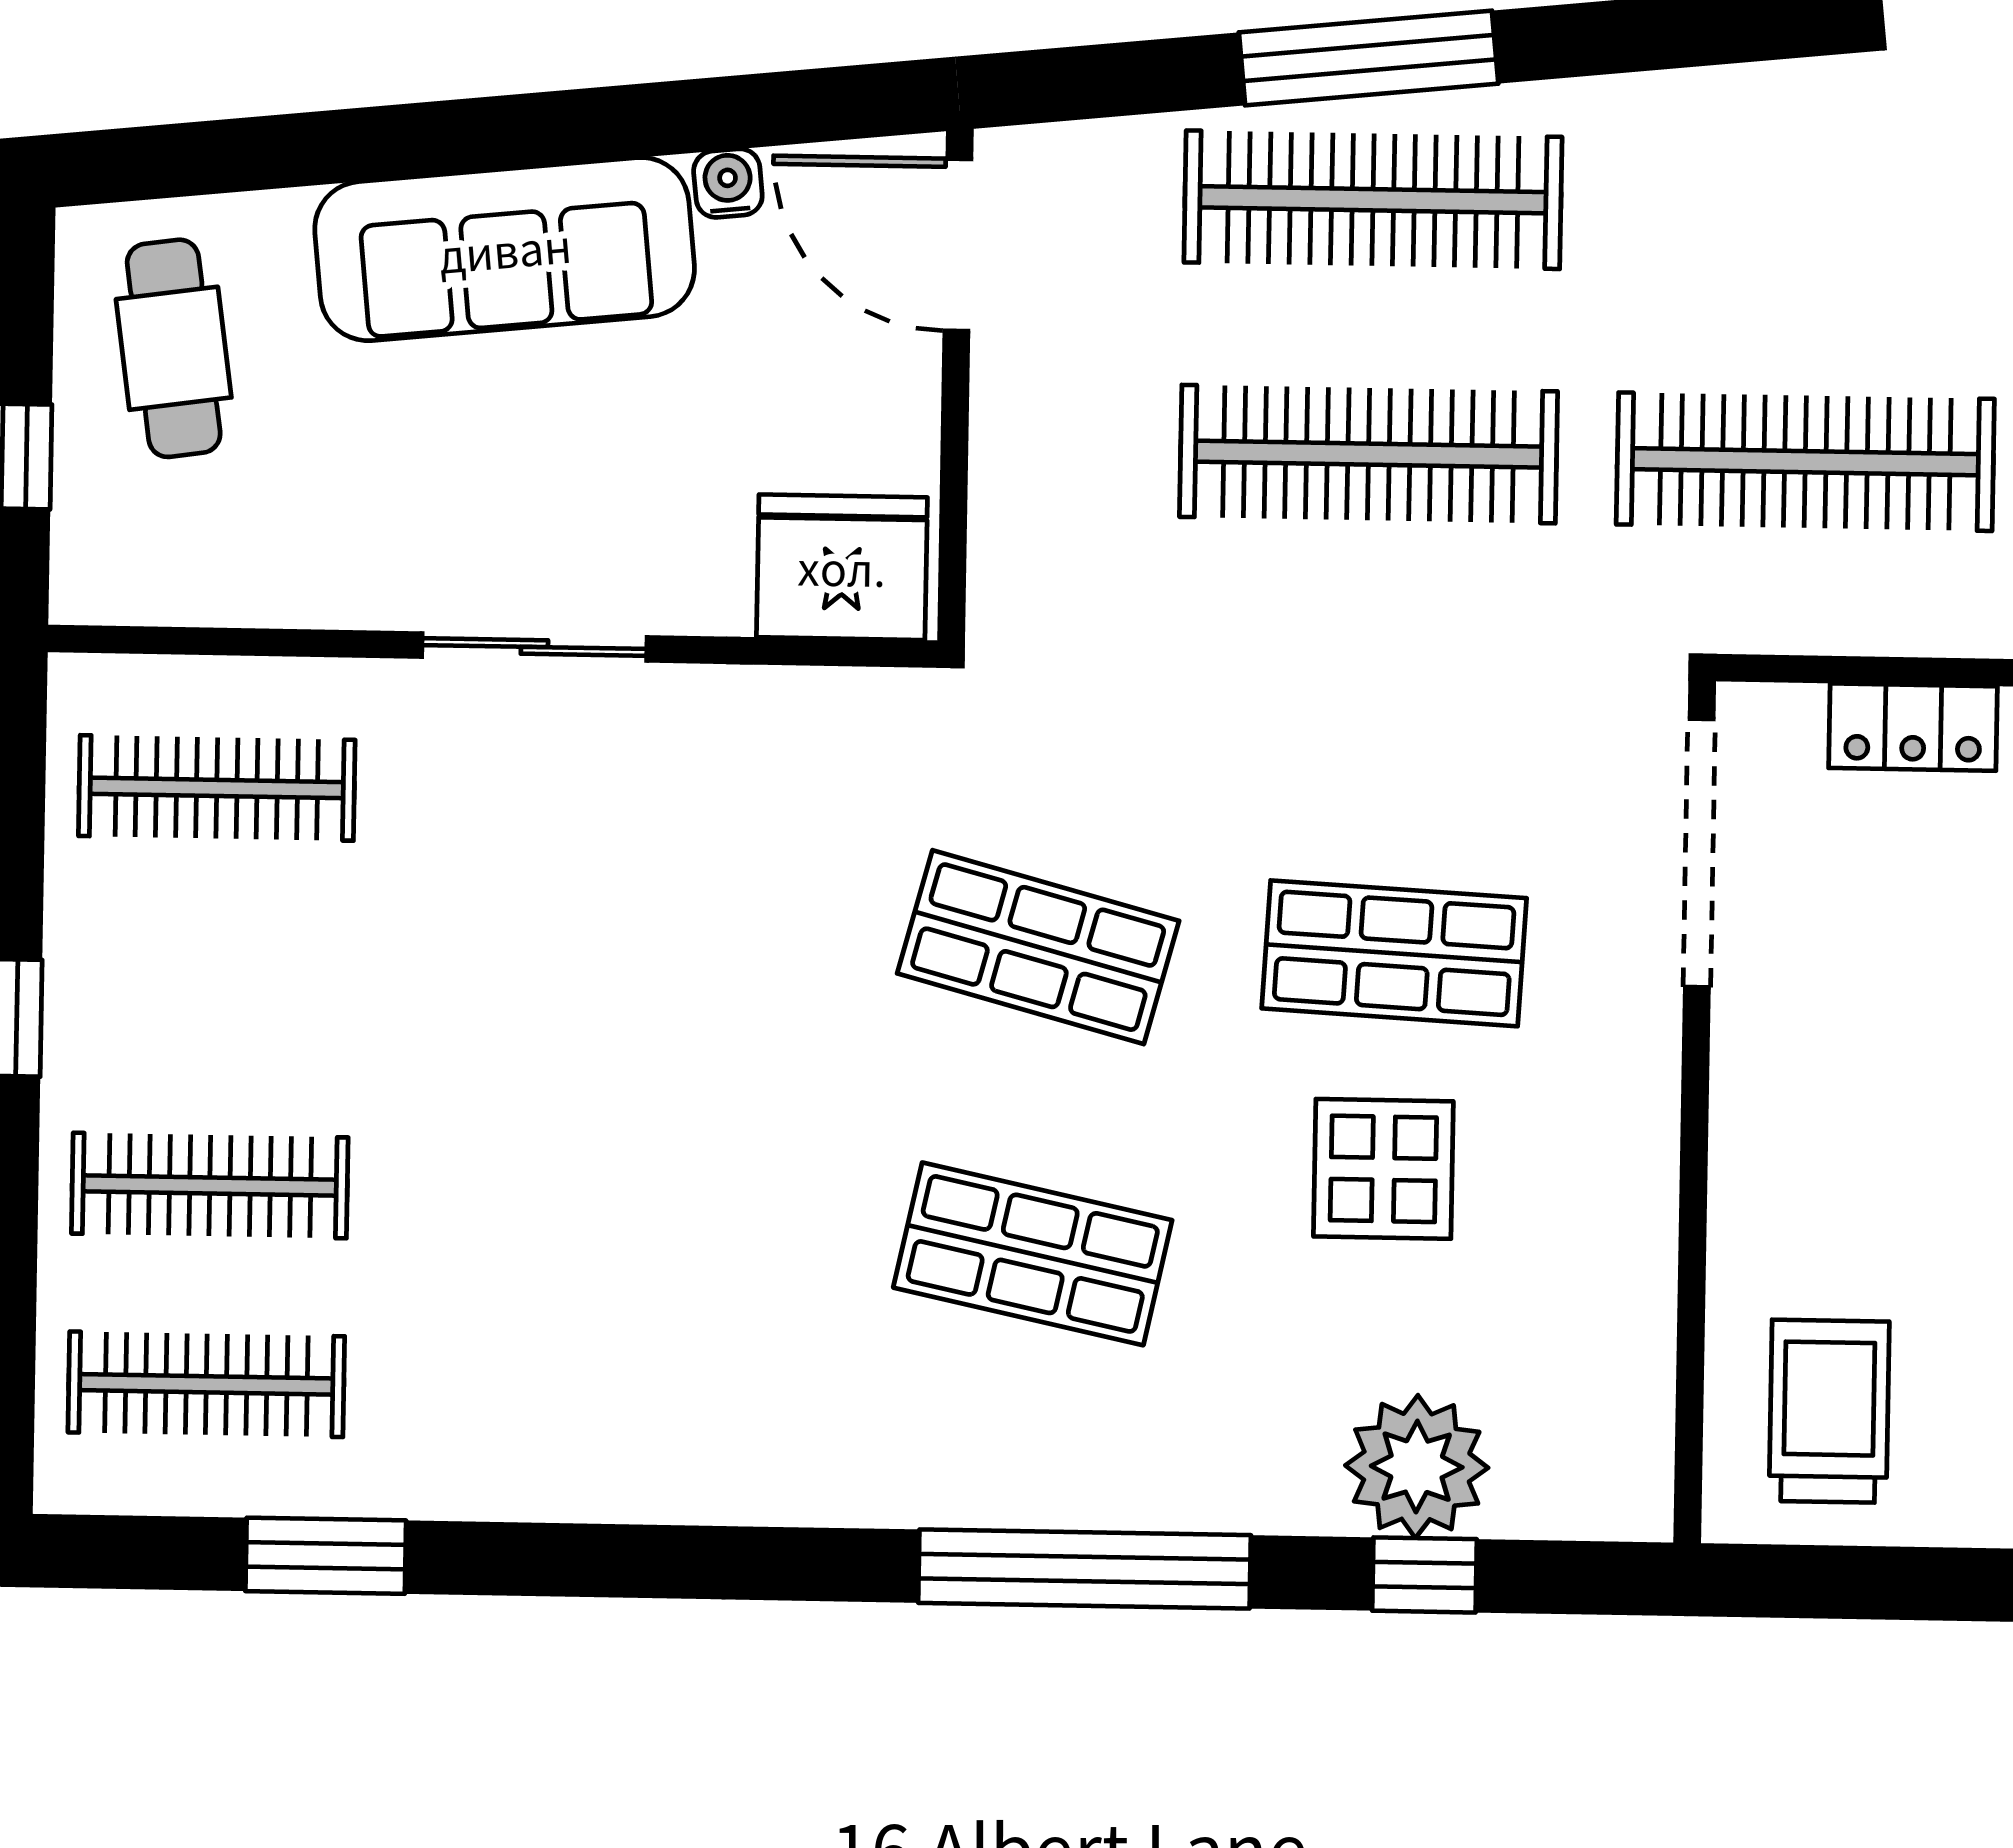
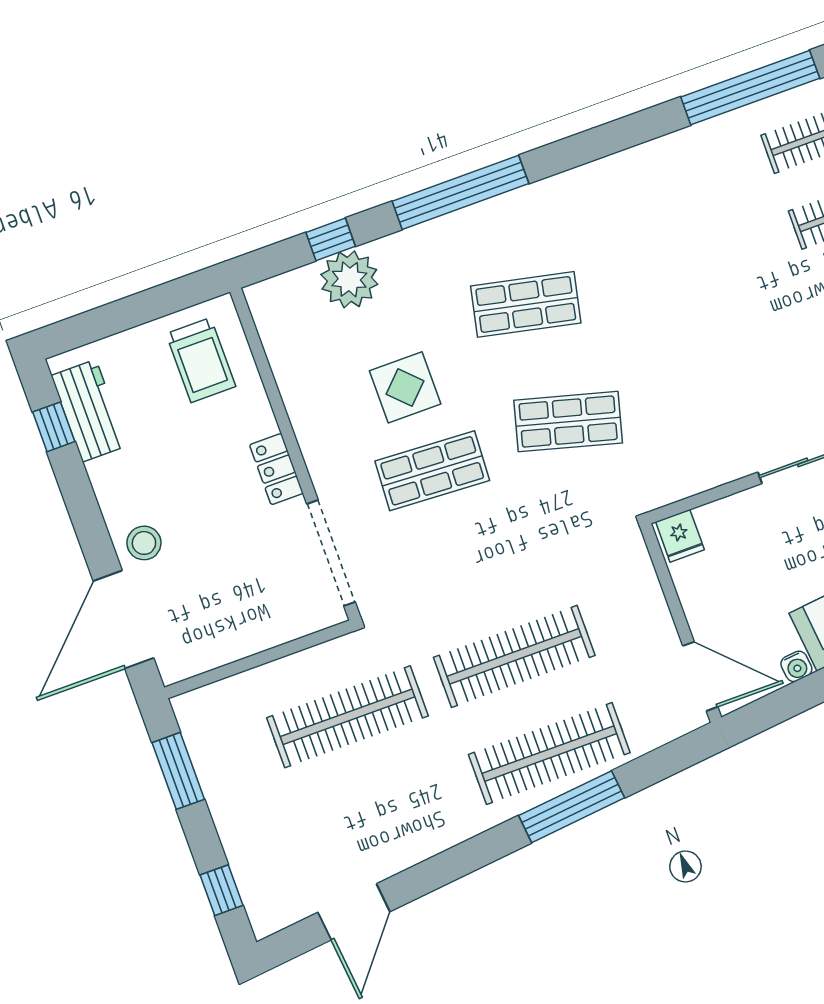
fridge: (842, 567) -> (680, 536), width x0.53, depth x0.75
locker: (1913, 727) -> (276, 469), moved, turned -90
window: (326, 1556) -> (750, 88), width x2.11

